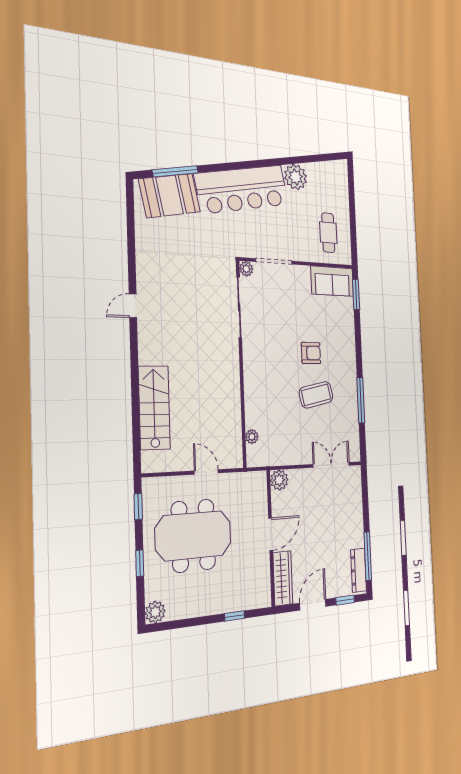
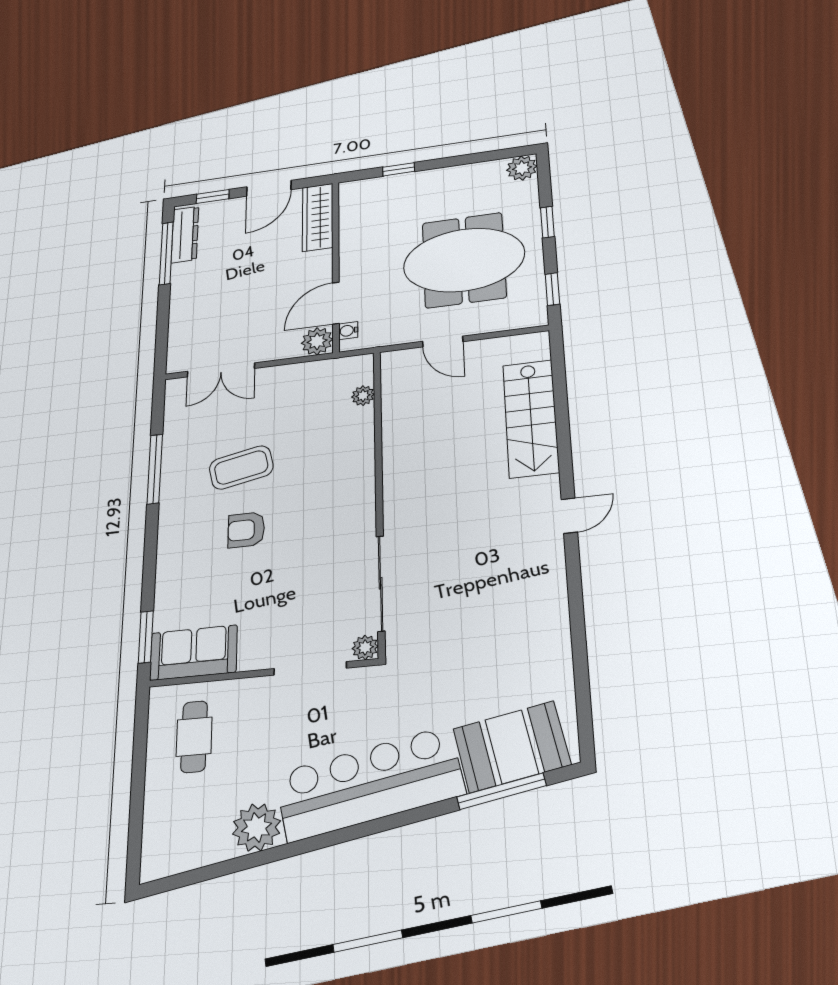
door: (133, 306) -> (569, 516), moved
water cooler: (262, 486) -> (348, 331), added
door: (271, 534) -> (336, 303), moved

